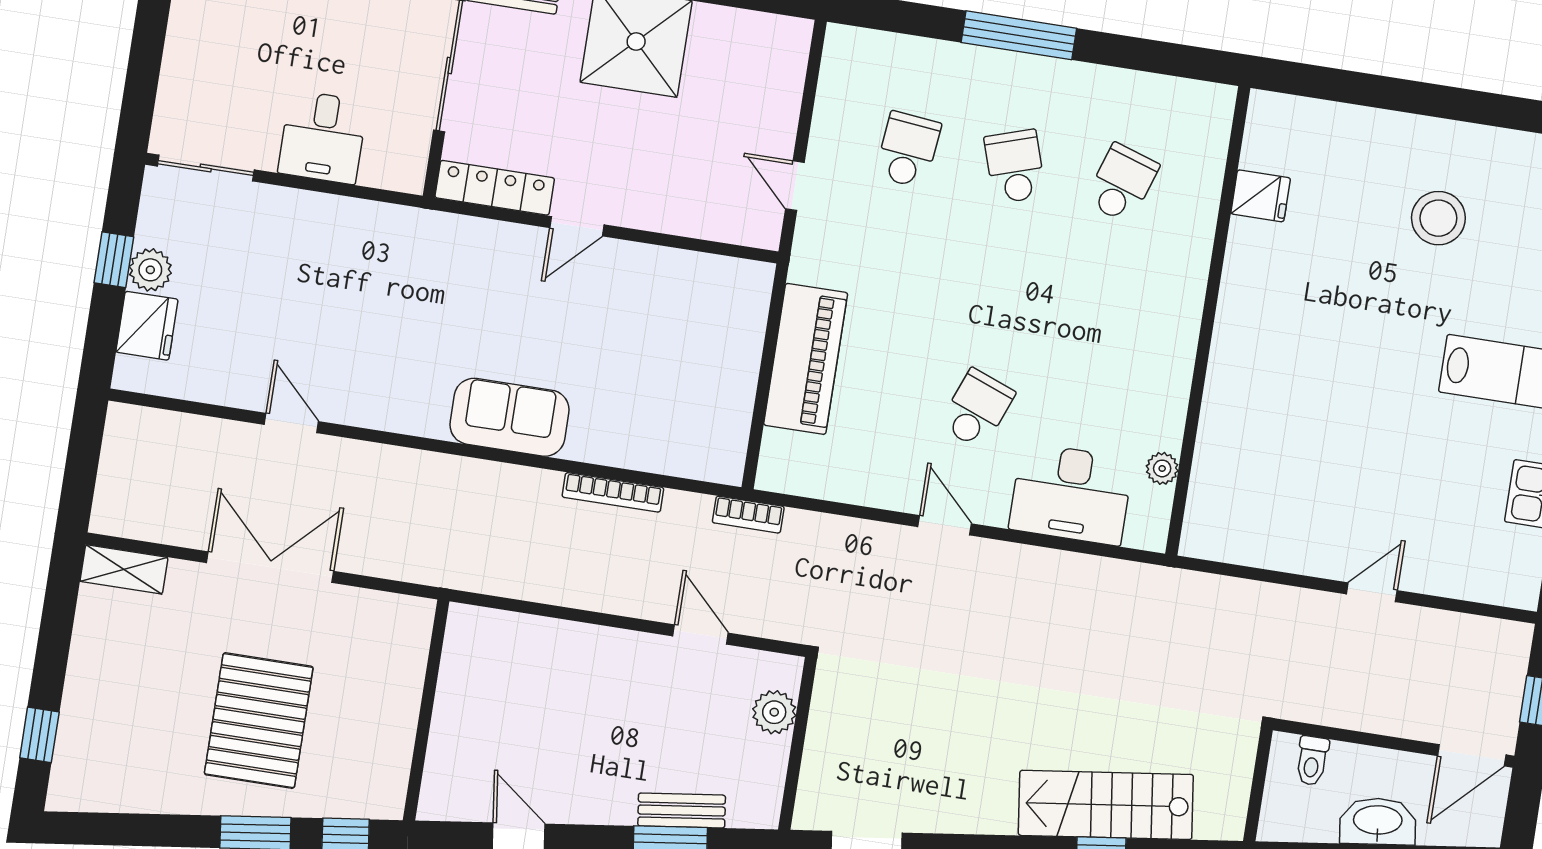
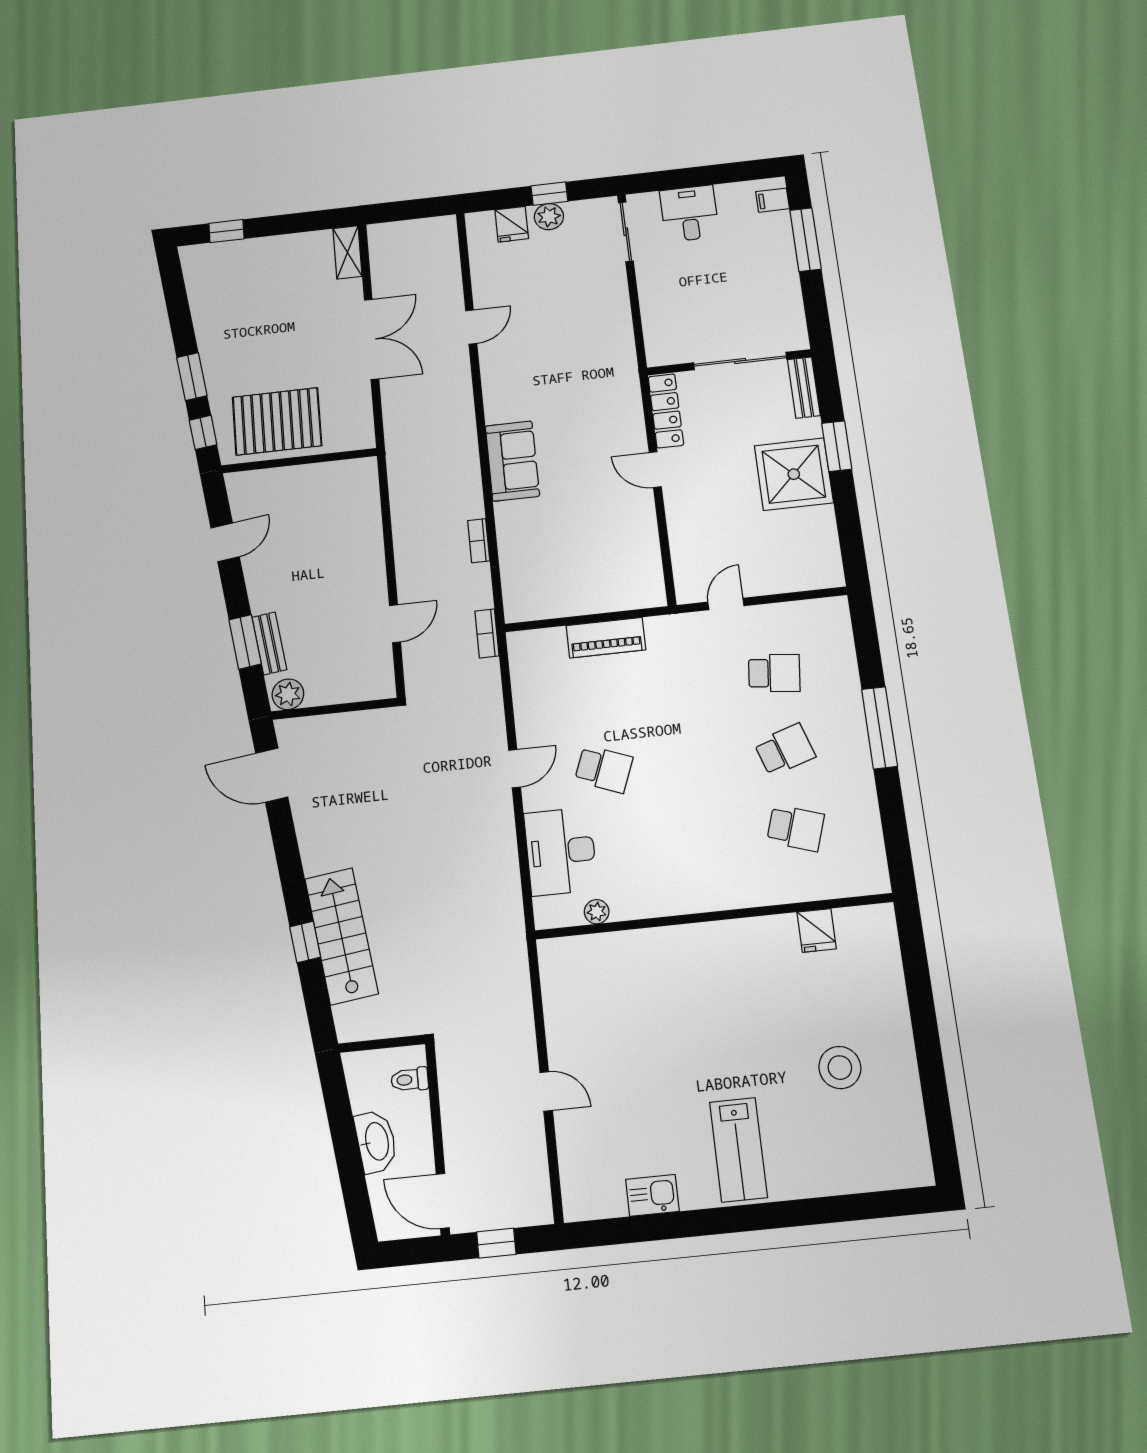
desk: (323, 137) -> (689, 213), moved, turned 90
fridge: (147, 326) -> (512, 224), width x0.72
piano: (806, 359) -> (606, 638), width x0.73, depth x0.75
bookcase: (613, 492) -> (479, 541), width x0.64
plant: (774, 712) -> (288, 694), moved
pallet: (259, 721) -> (277, 421), moved

